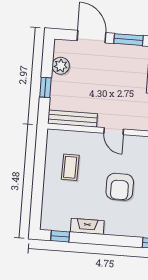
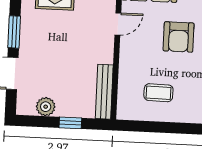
door: (114, 131) -> (118, 24), moved
armchair: (120, 187) -> (179, 37), turned 90

